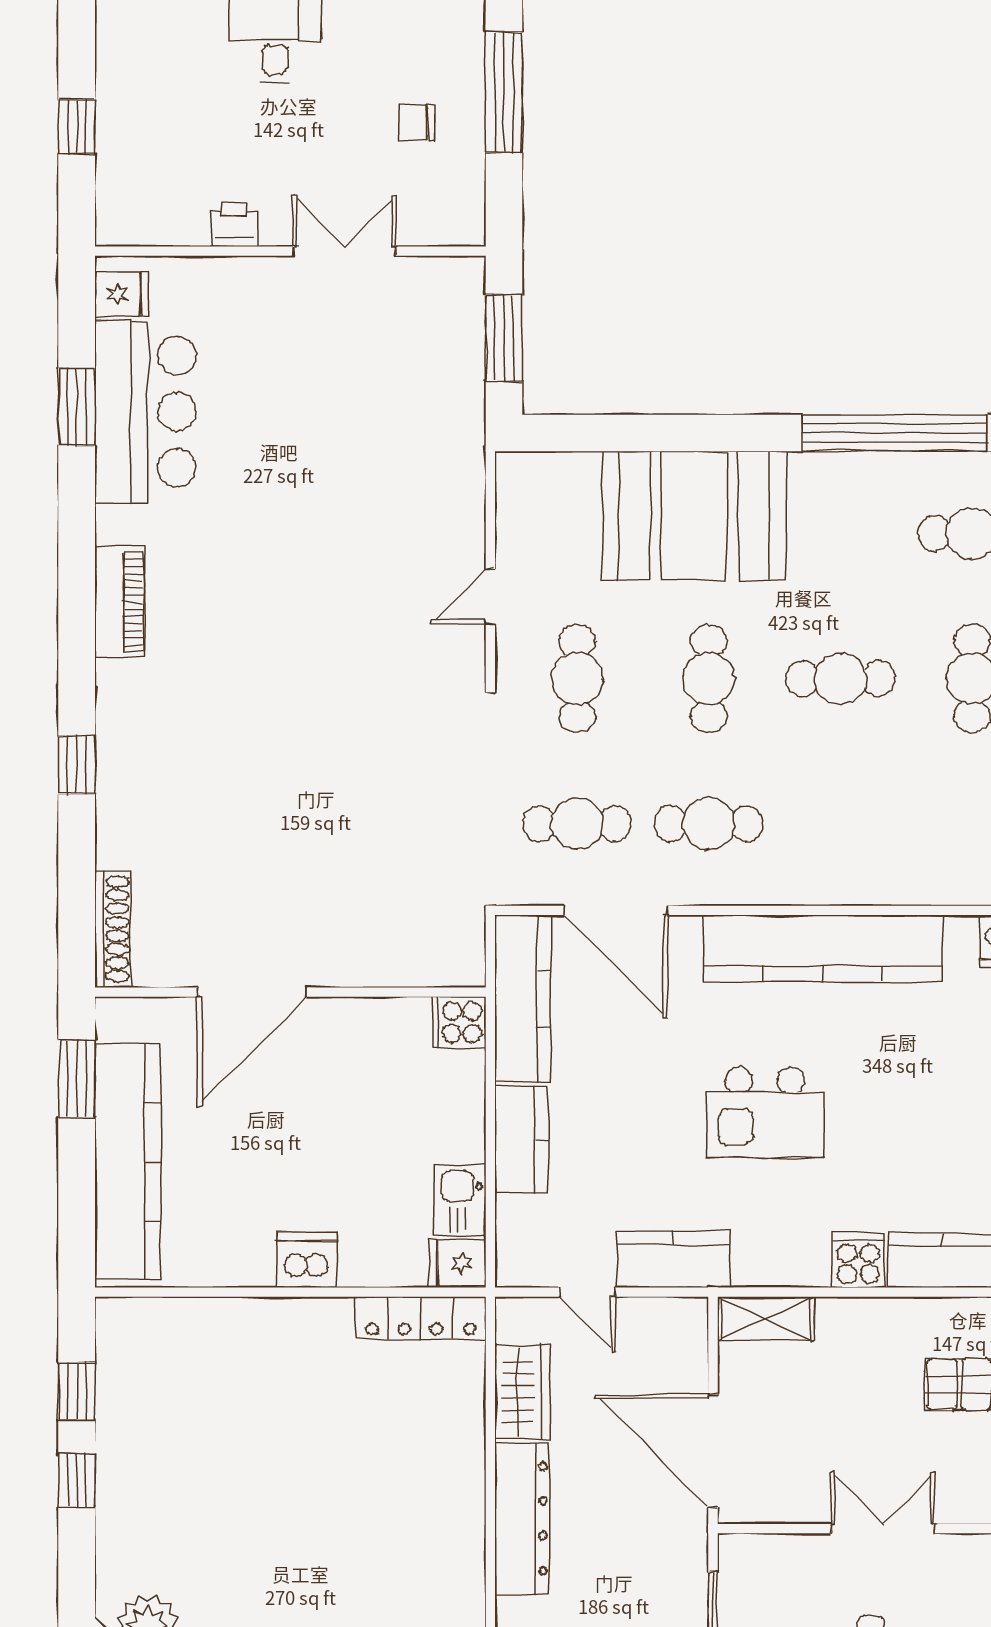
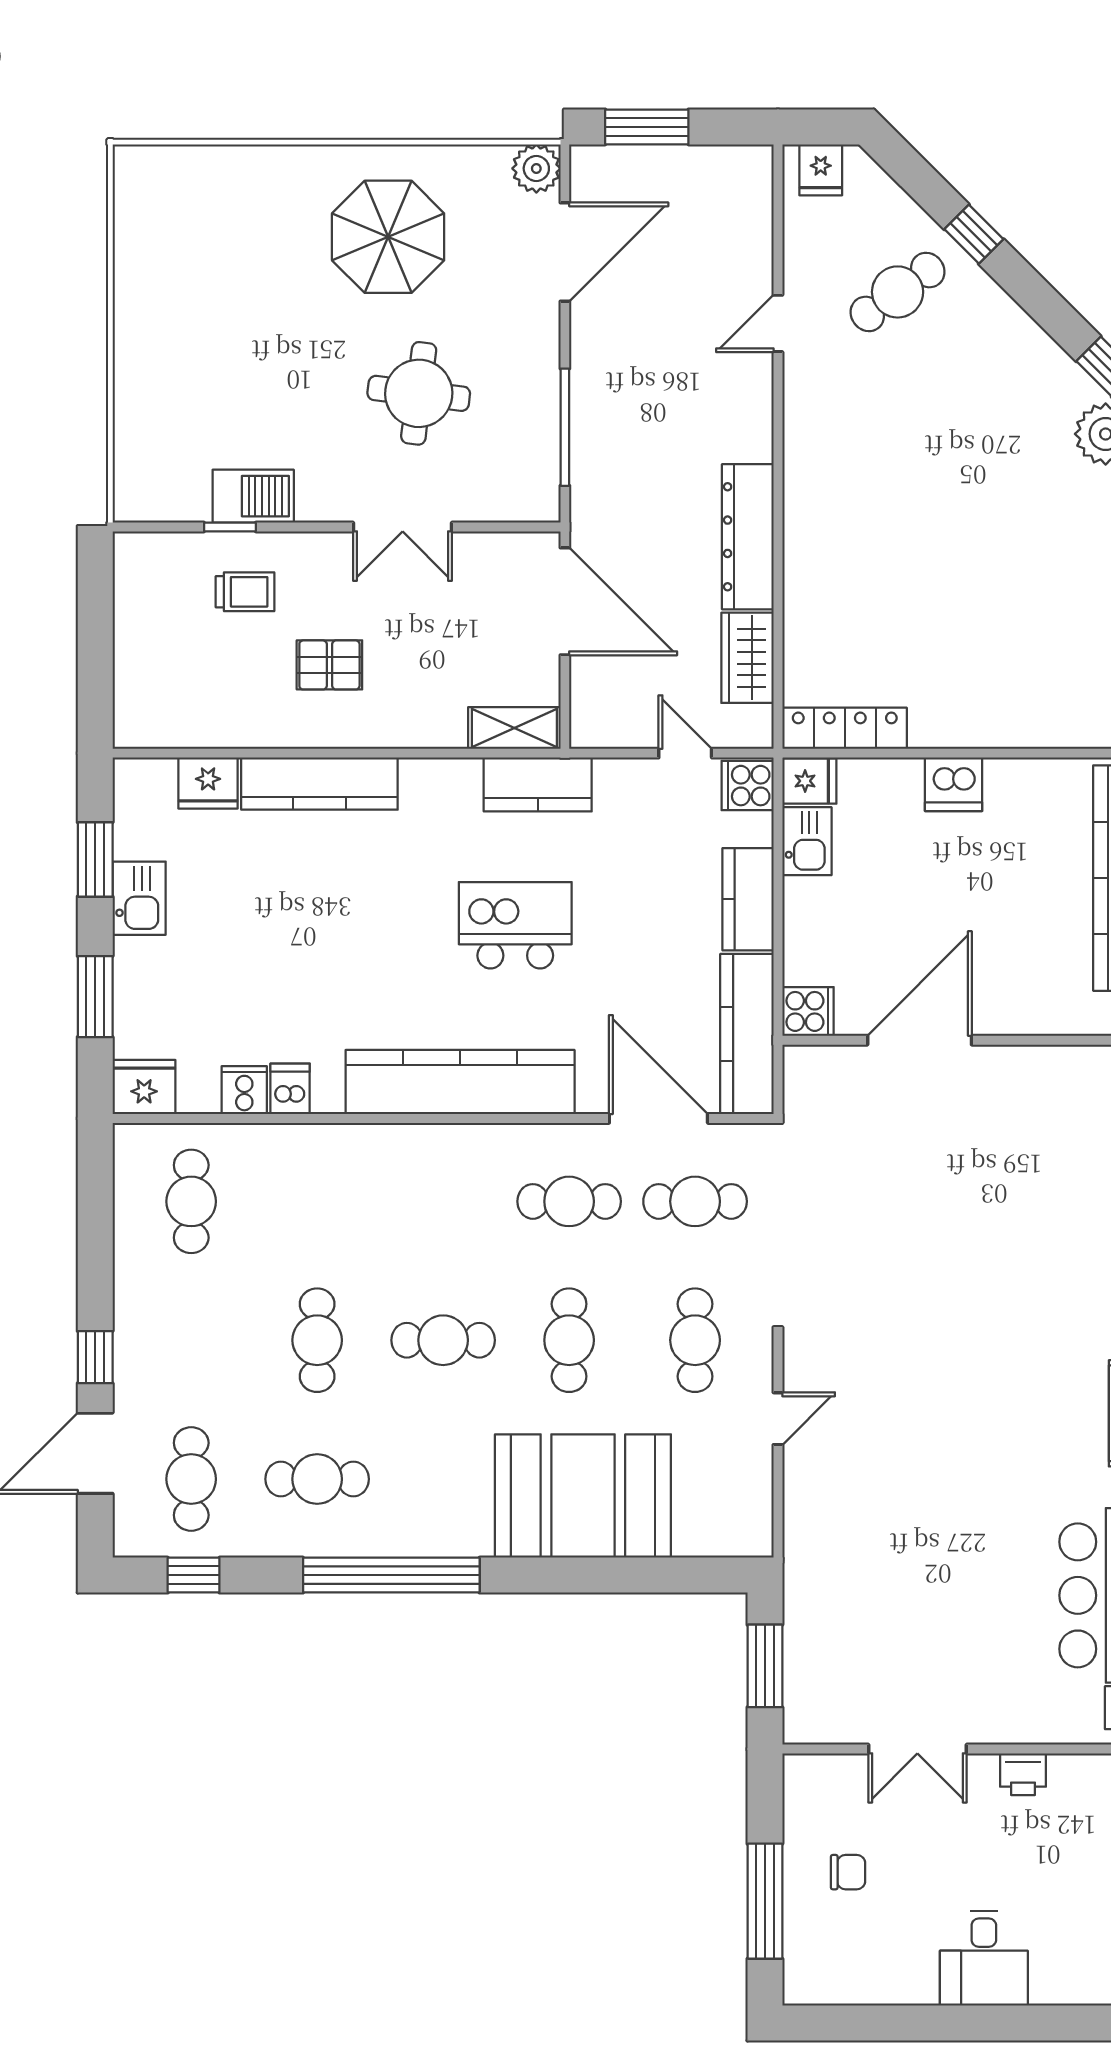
door: (252, 992) -> (920, 1040), moved
kitchen counter: (673, 1259) -> (538, 784), moved
cooker: (858, 1260) -> (748, 786), moved, turned 90

